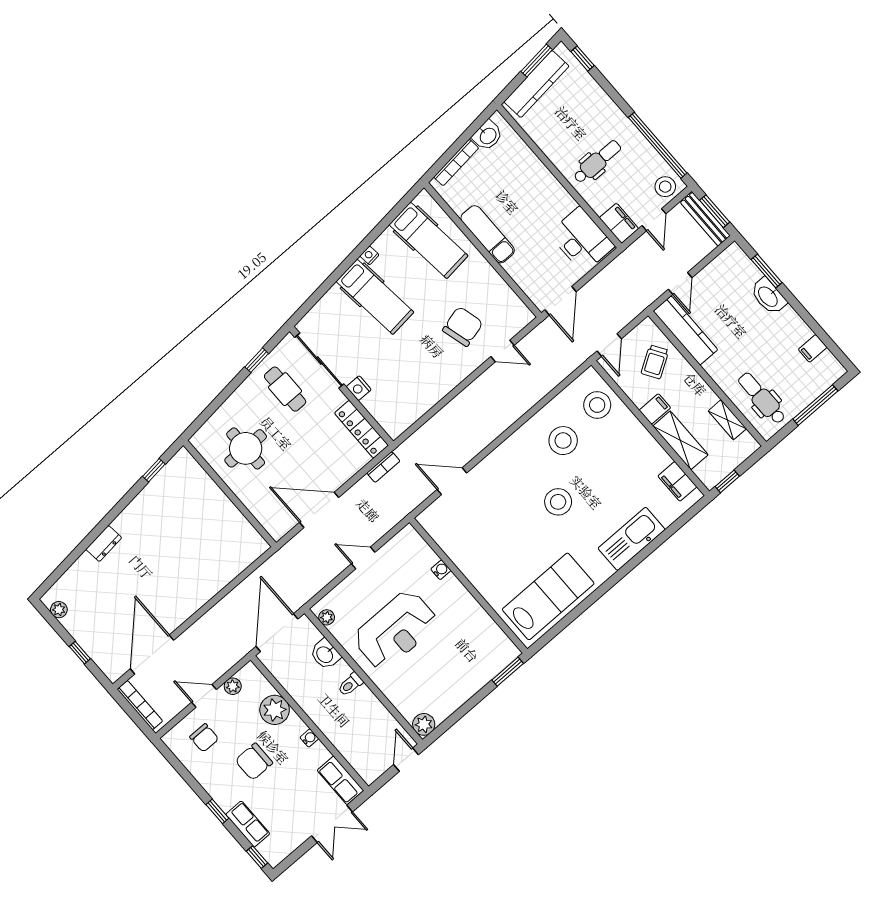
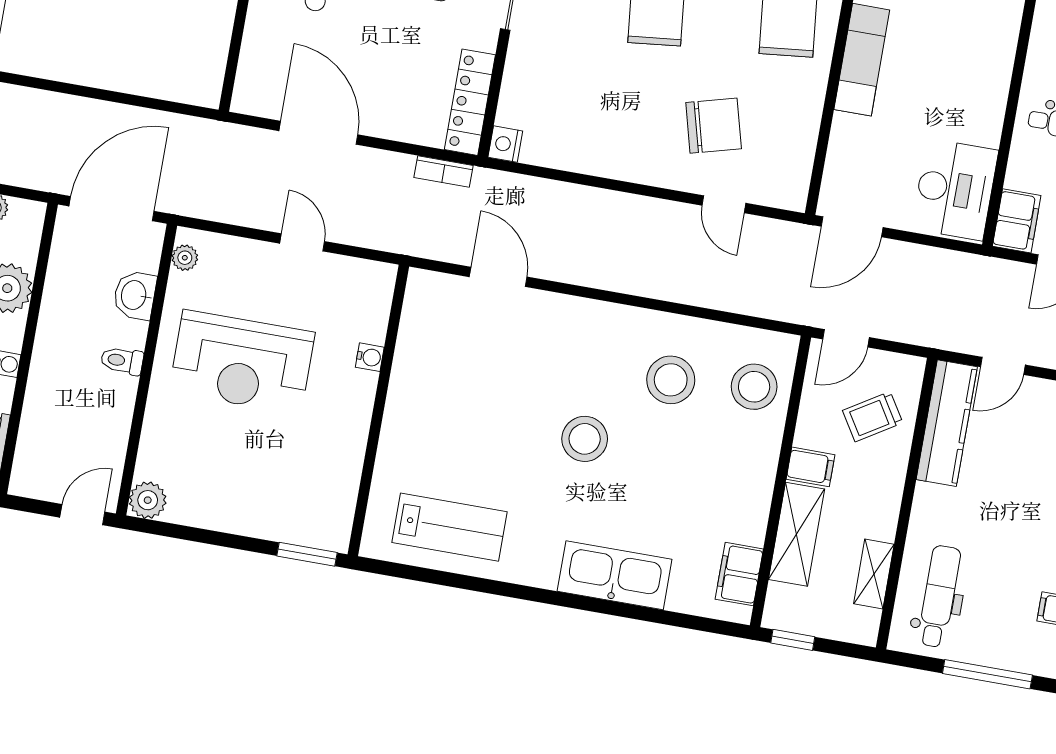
nightstand: (359, 388) -> (505, 144), moved
lab bench: (548, 596) -> (449, 527), width x0.73, depth x0.72

